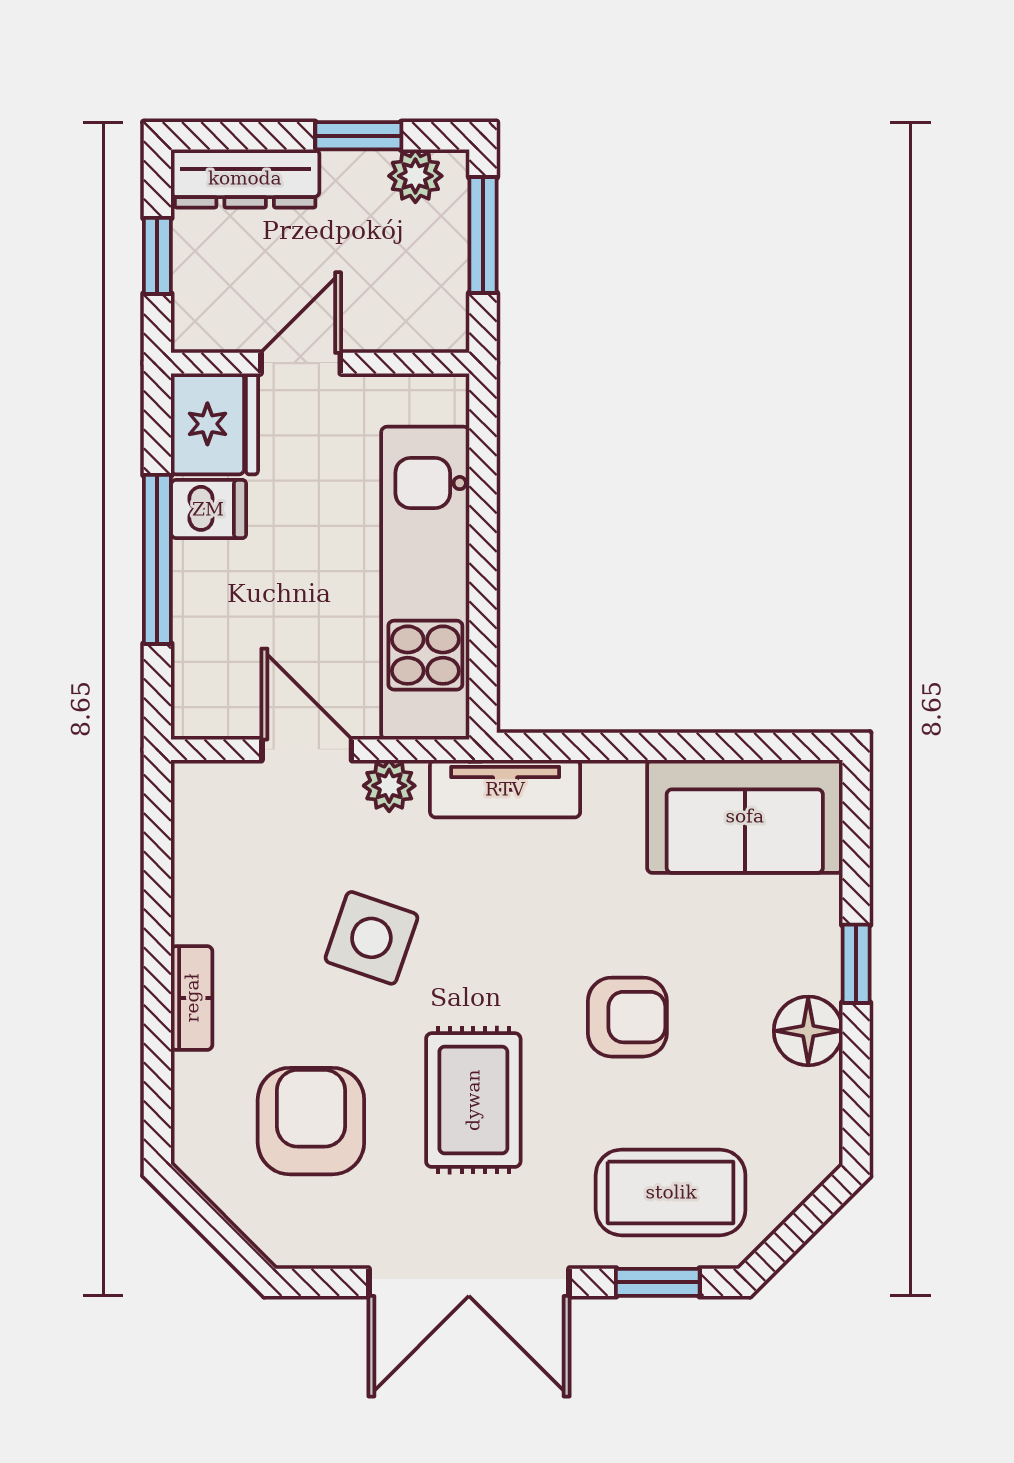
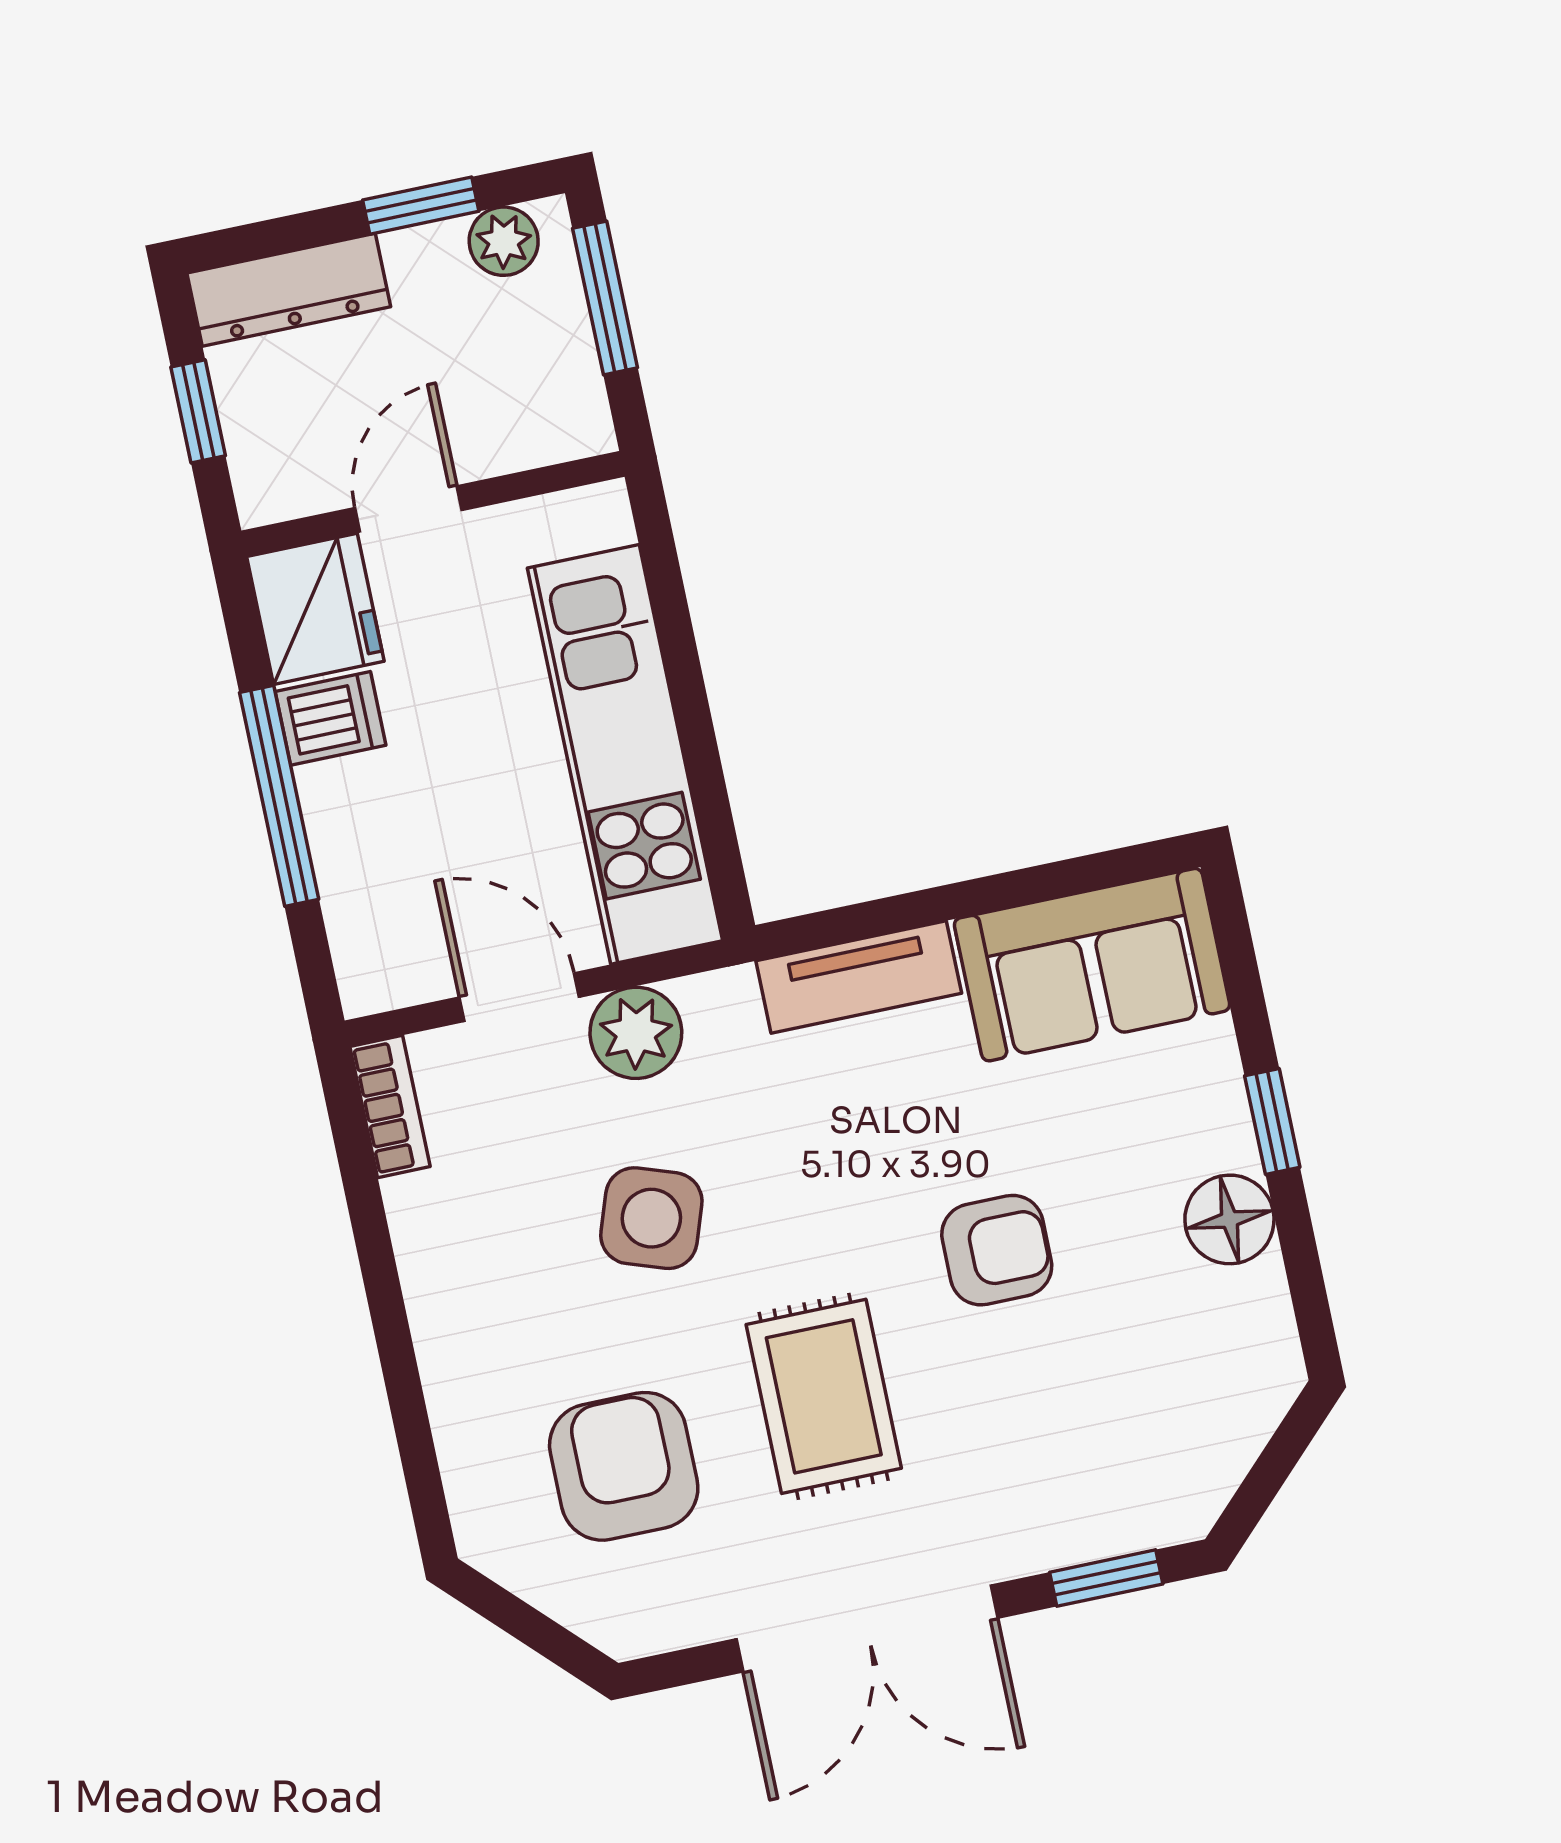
plant: (389, 786) -> (636, 1033), width x1.38, depth x1.38
tv unit: (505, 789) -> (859, 977), moved
bookcase: (192, 998) -> (390, 1107), moved
coffee table: (671, 1192) -> (1098, 1461), removed

